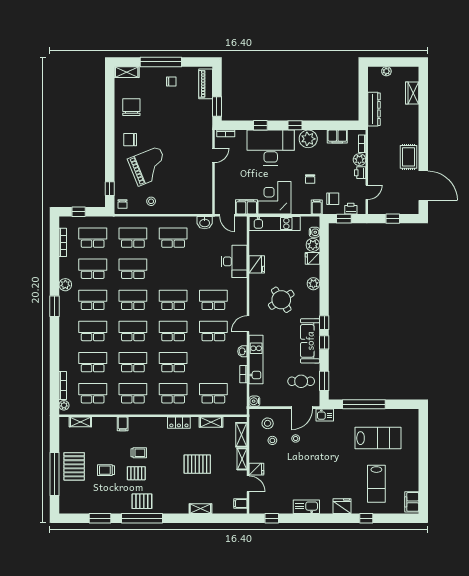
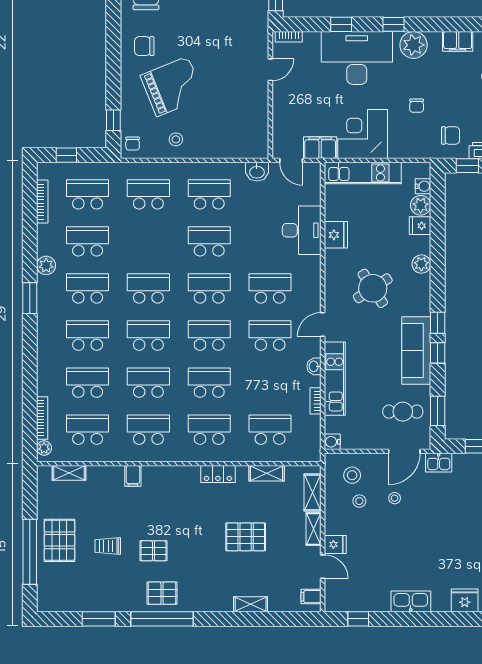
filing cabinet: (317, 207) -> (426, 148), removed
school desk: (133, 269) -> (209, 241), moved
trolley: (139, 453) -> (157, 520), removed

